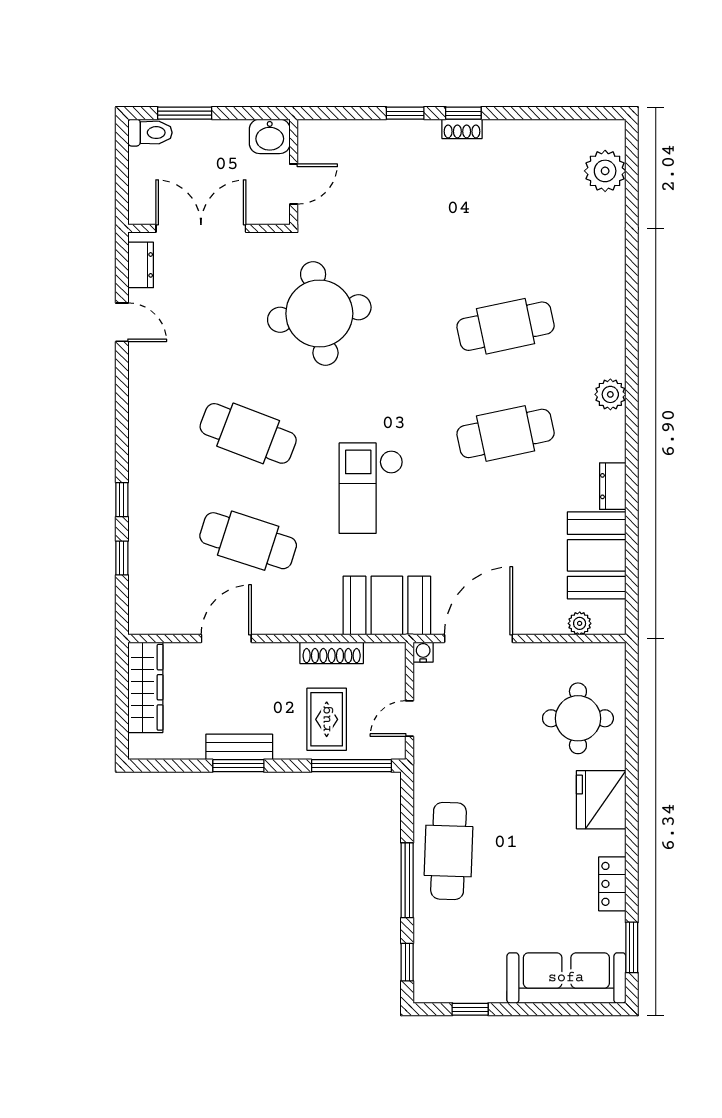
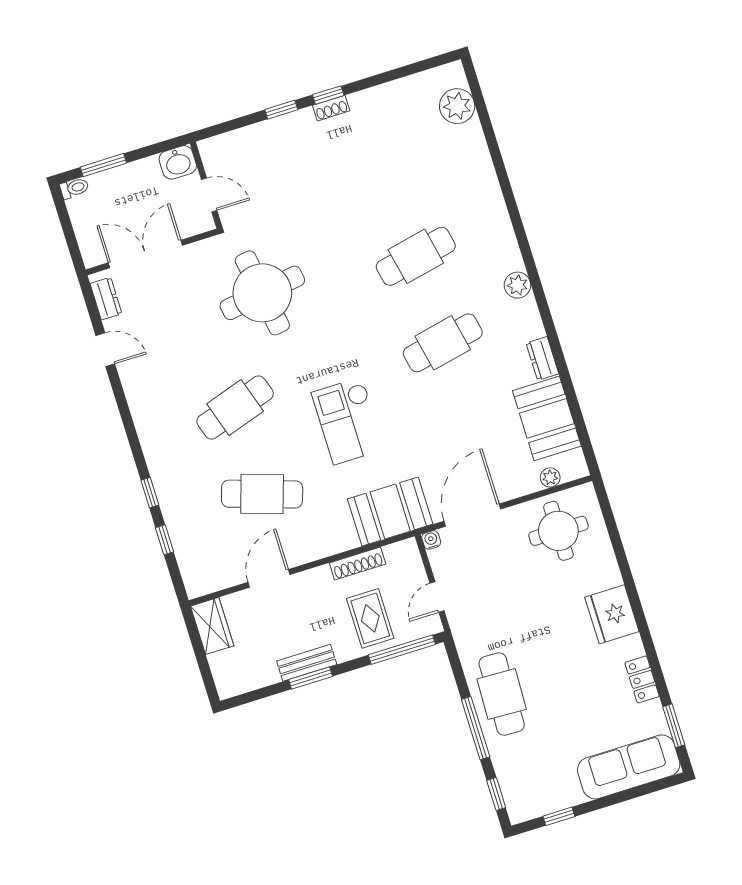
toilet: (150, 133) -> (74, 188), width x0.73, depth x0.72
door: (294, 184) -> (209, 195), hinge flipped
cafe table: (248, 433) -> (235, 408), turned -39
wardrobe: (145, 687) -> (212, 626), width x0.67
round table: (578, 718) -> (558, 531), moved

